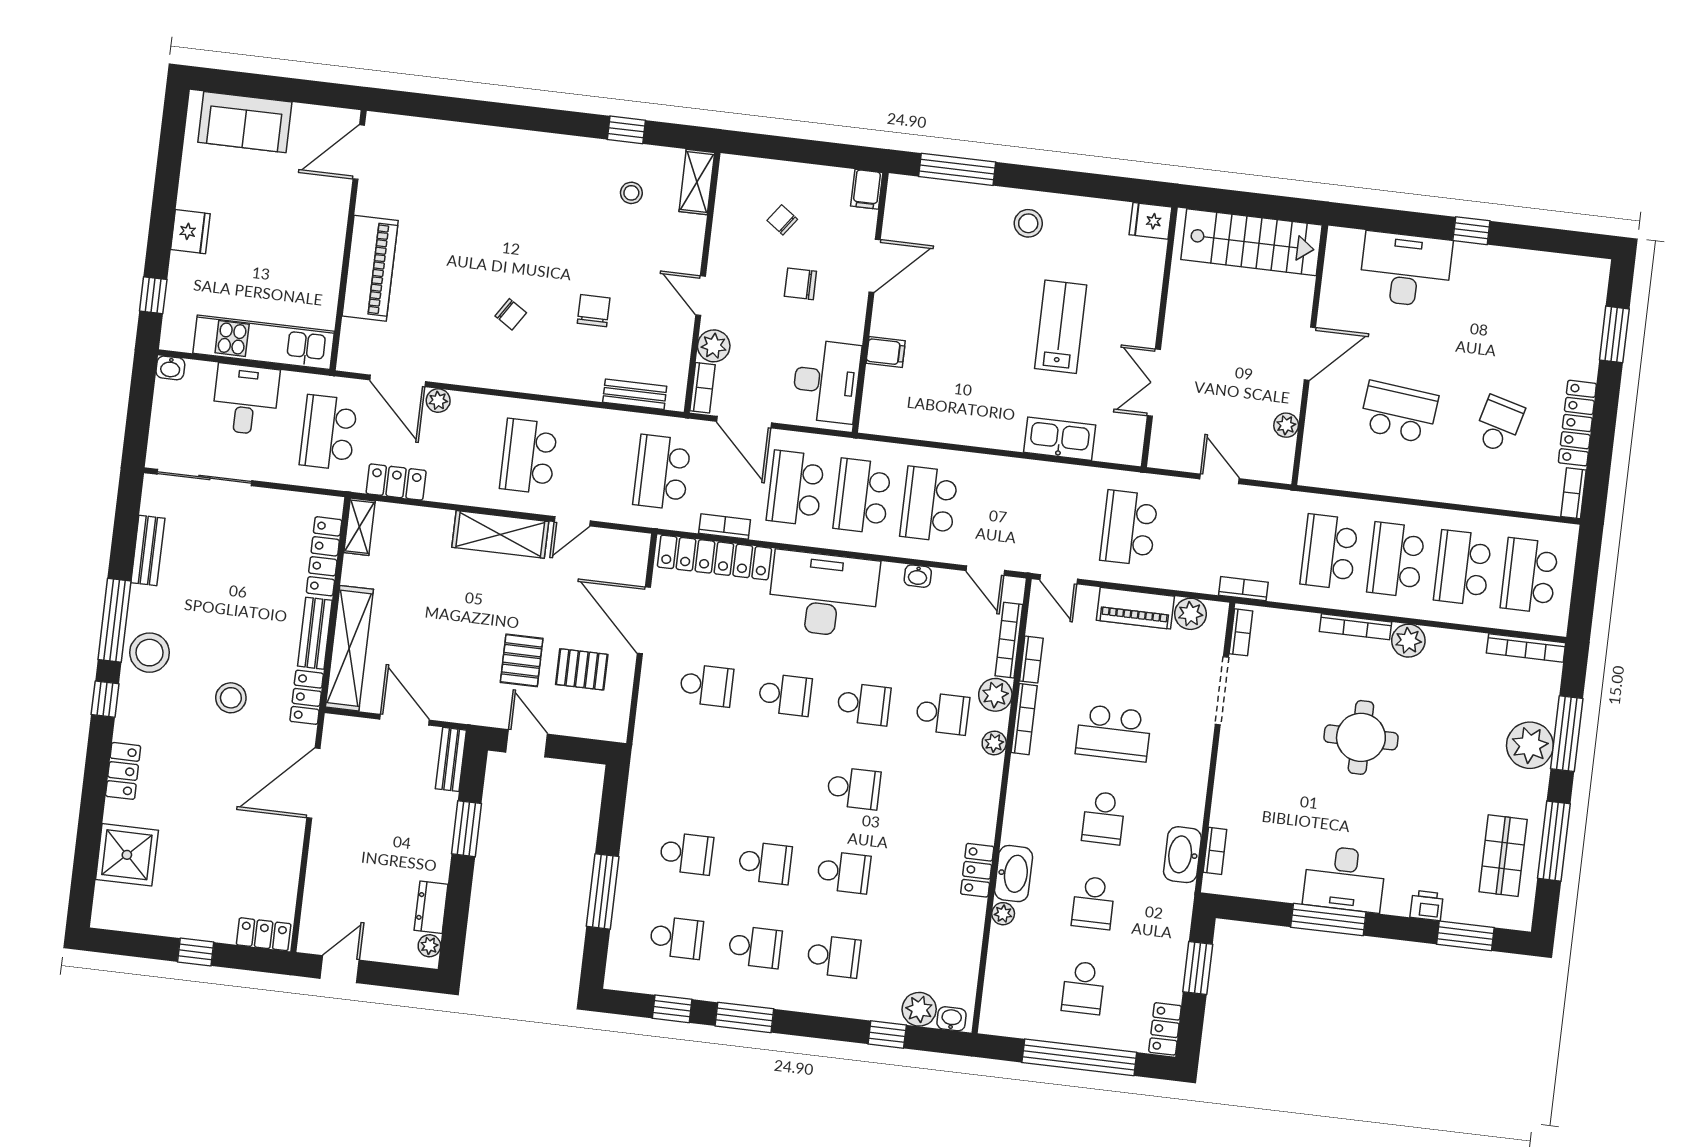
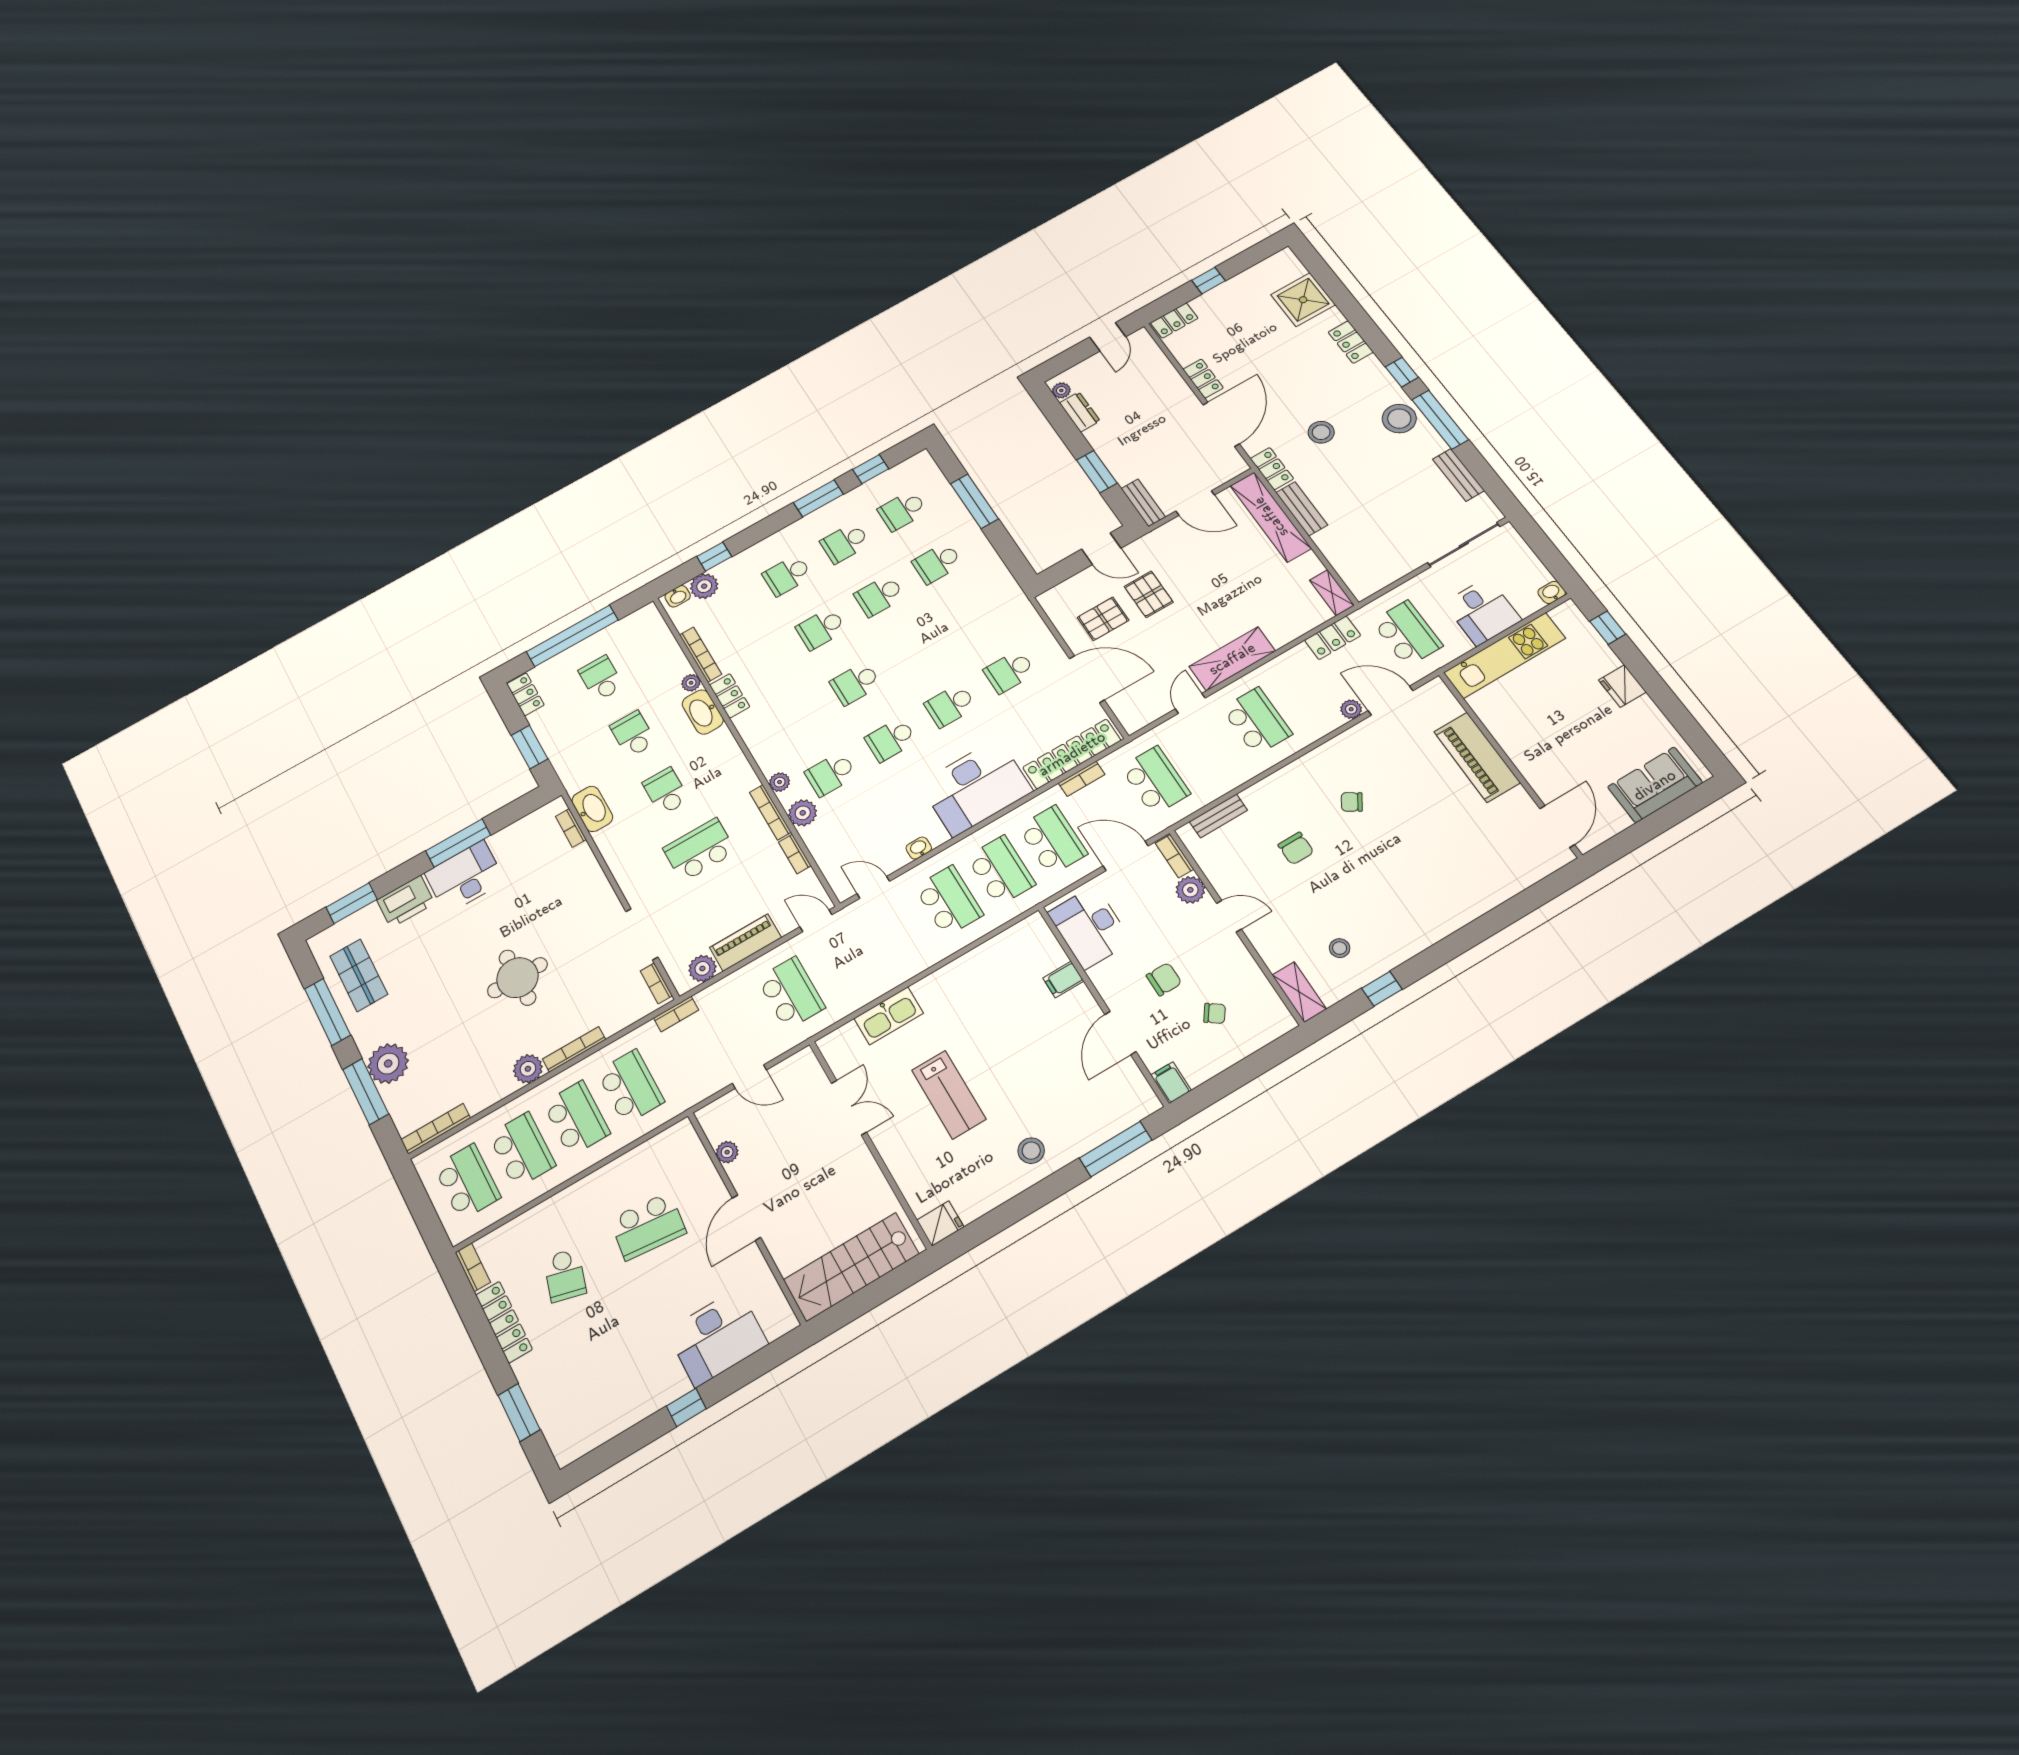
locker: (324, 556) -> (1203, 379), moved, width x0.66
bookcase: (1009, 640) -> (701, 654), moved
printer: (1427, 905) -> (406, 901), width x1.87, depth x1.48

